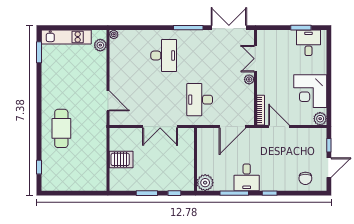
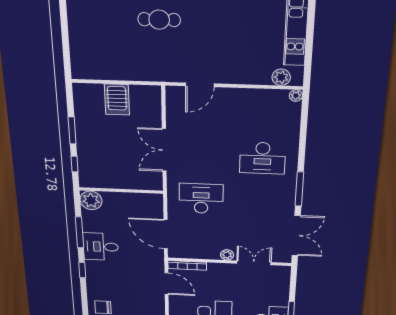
door: (279, 127) -> (167, 284), hinge flipped
cafe table: (61, 128) -> (159, 20), width x0.73, depth x0.74

